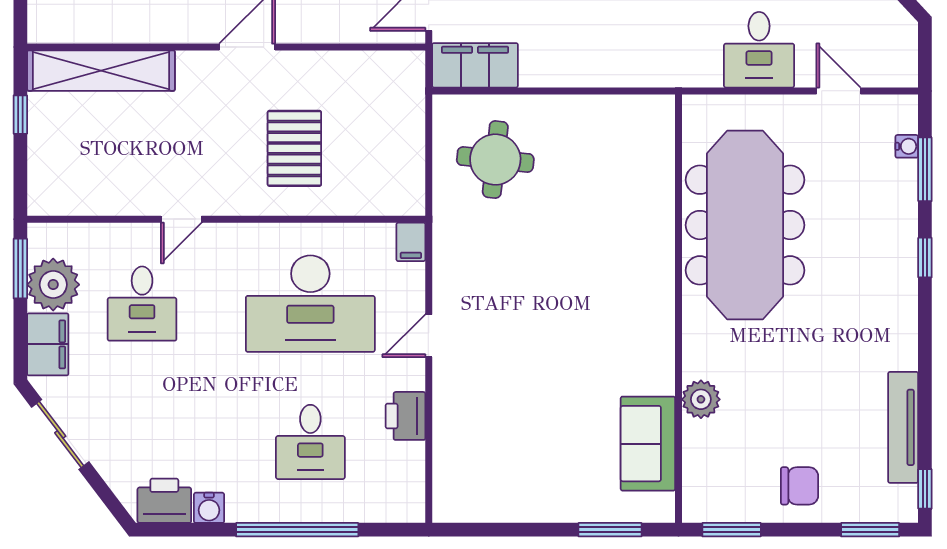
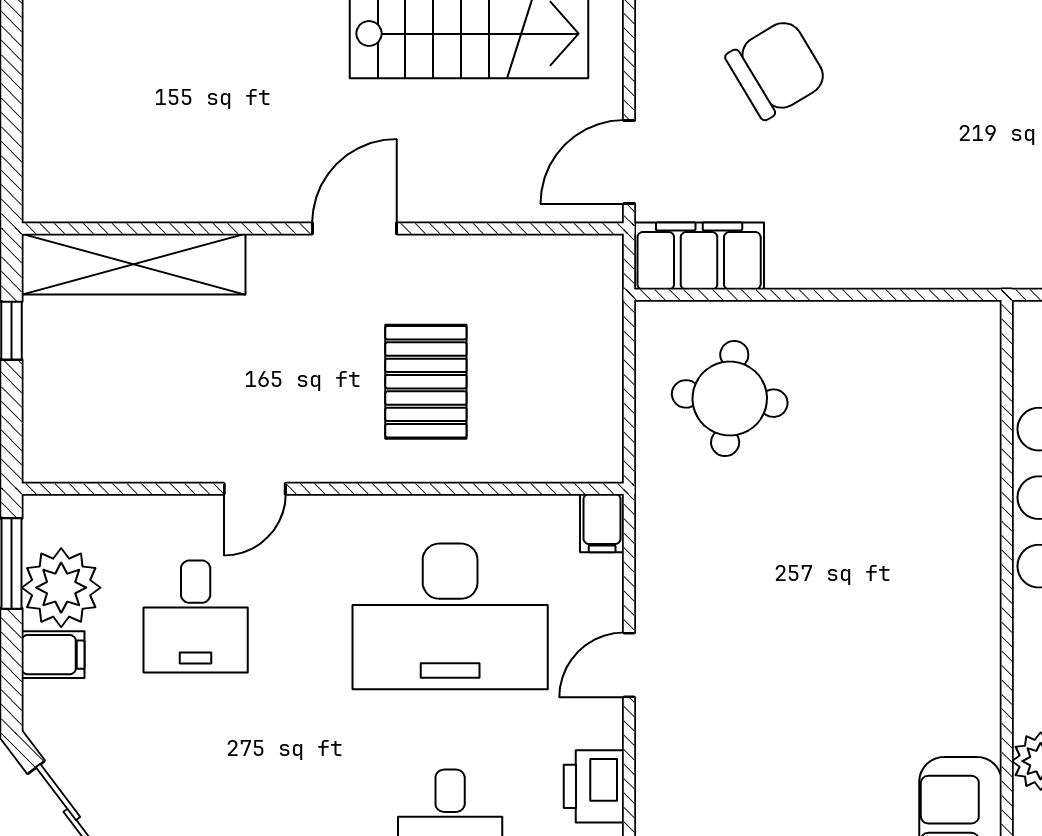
filing cabinet: (48, 344) -> (53, 655), width x0.50

